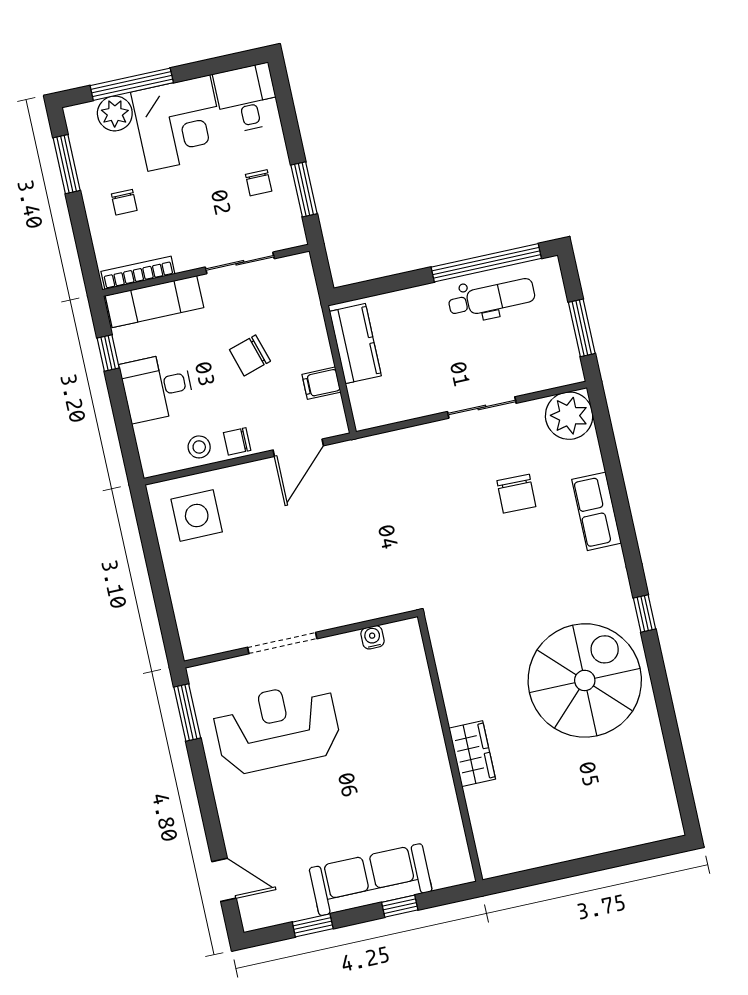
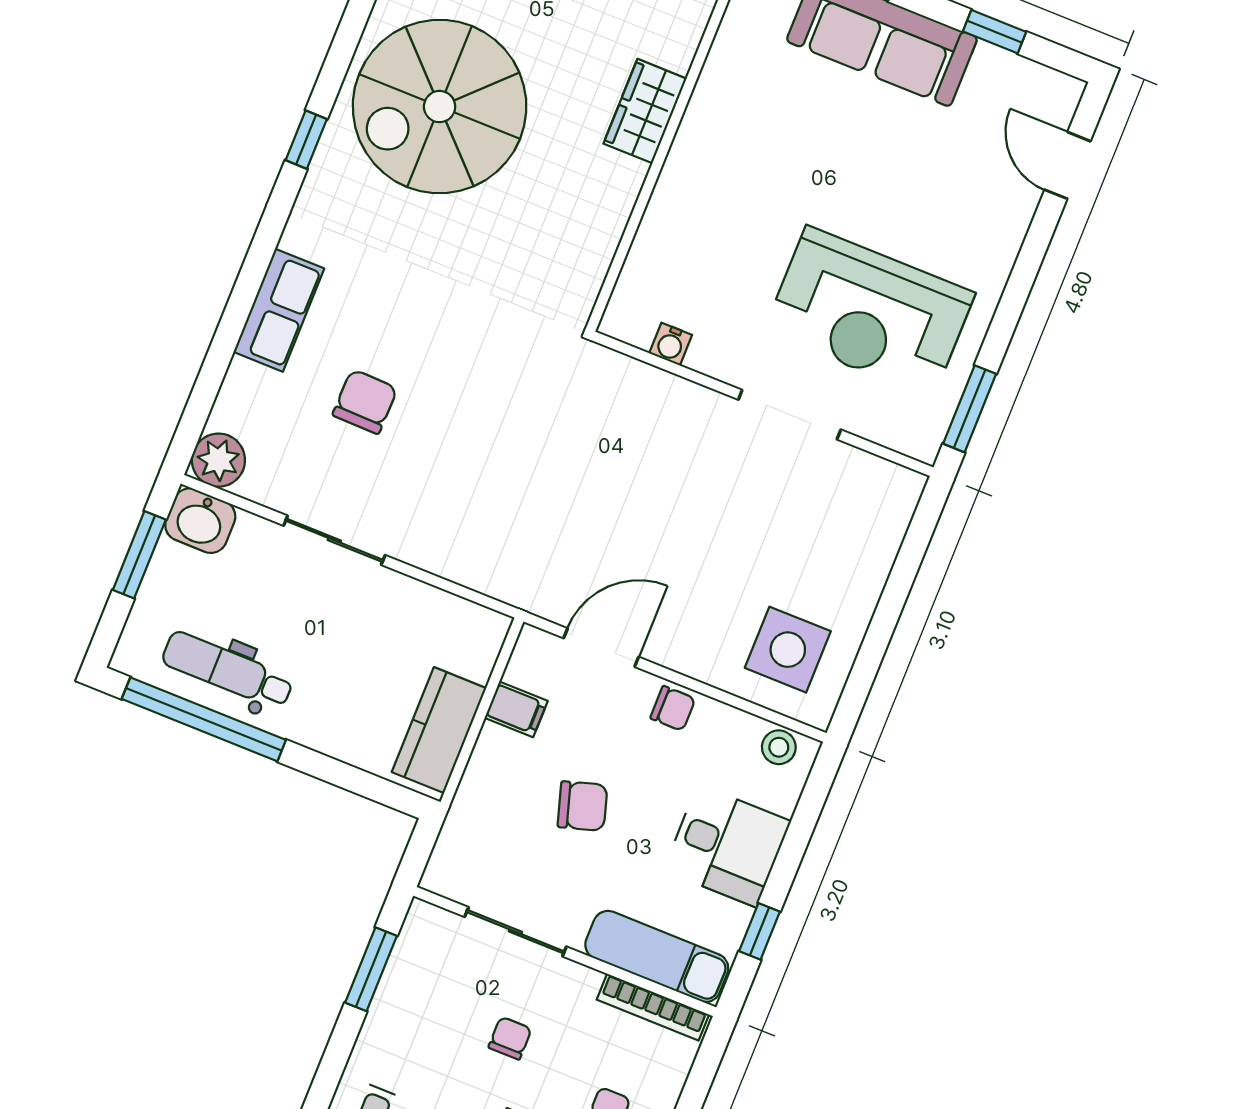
chair: (259, 183) -> (510, 1038), moved
washbasin: (561, 369) -> (200, 521), added
plant: (569, 416) -> (218, 460), width x0.73, depth x0.73
stool: (199, 447) -> (779, 747), moved

